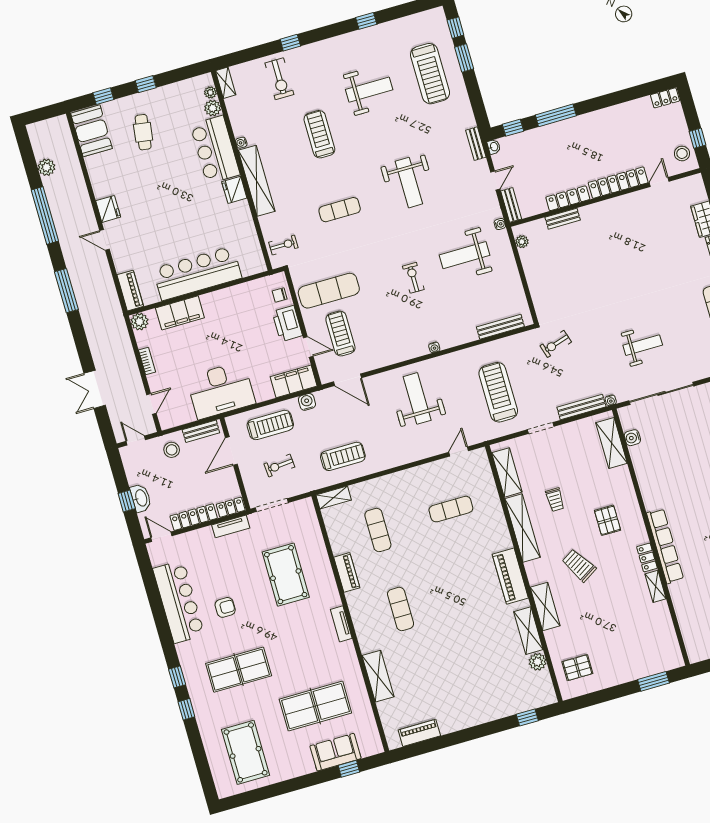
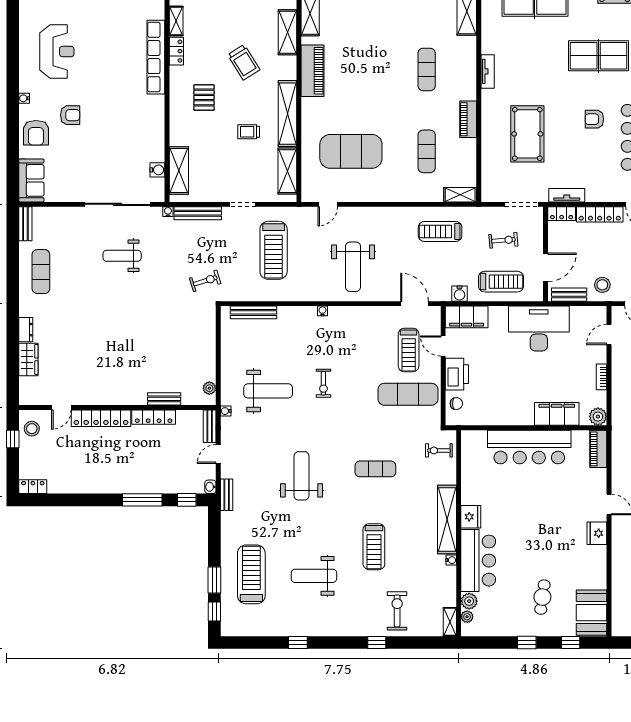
treadmill: (270, 425) -> (501, 282), turned 180
trolley: (555, 500) -> (249, 132), turned -90
exercise mat: (451, 509) -> (351, 151), width x2.00, depth x1.45

